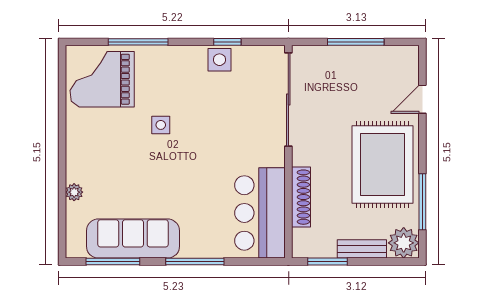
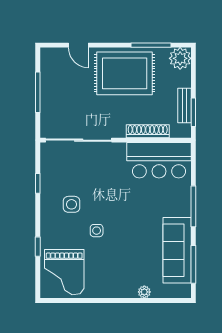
window: (138, 42) -> (38, 247), width x0.46
side table: (219, 60) -> (71, 204), moved
bench: (362, 249) -> (184, 106), moved

